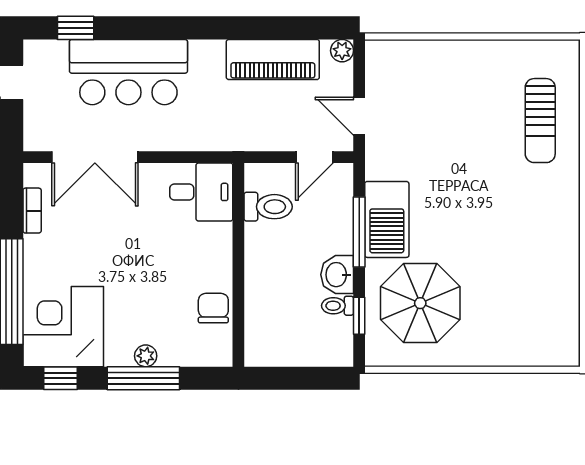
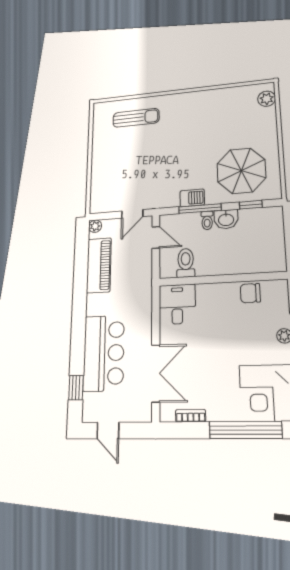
barbecue: (387, 219) -> (192, 198), width x0.53, depth x0.65
toilet: (337, 306) -> (207, 220), moved
plant: (549, 352) -> (267, 99), added

